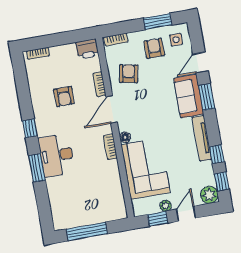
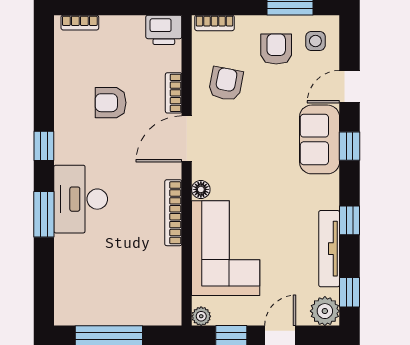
armchair: (64, 96) -> (111, 103), turned 90
window: (207, 97) -> (350, 146), width x0.67
tv unit: (202, 138) -> (329, 249), moved
bookcase: (110, 147) -> (173, 213), width x1.56
window: (217, 154) -> (350, 220), moved
plant: (166, 206) -> (201, 316), moved

